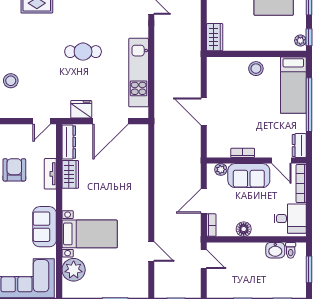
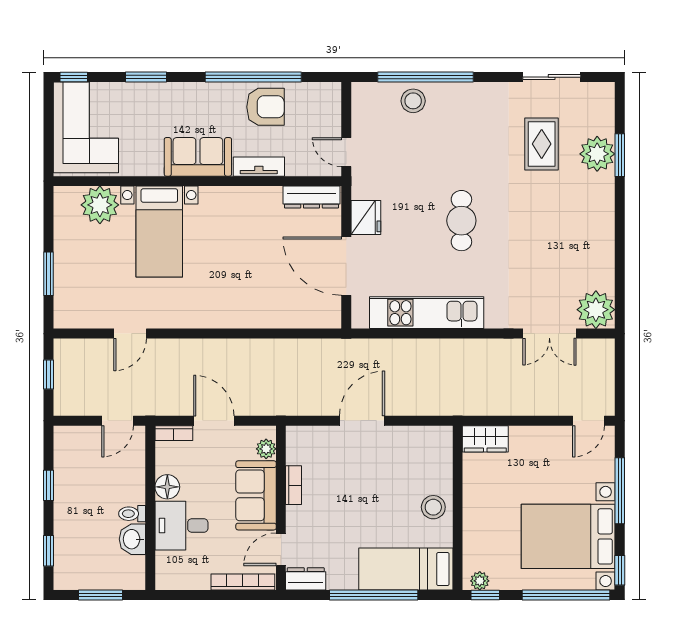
wardrobe: (70, 174) -> (258, 199), removed
desk: (290, 219) -> (181, 526), moved, turned 90
sofa: (45, 227) -> (198, 157), moved
toilet: (291, 250) -> (132, 514), moved

